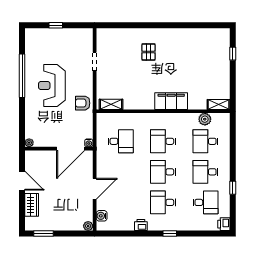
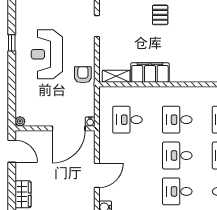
window: (22, 76) -> (12, 43), width x0.32
filing cabinet: (171, 101) -> (150, 73), moved
armchair: (83, 103) -> (83, 75), turned 90
desk: (121, 141) -> (127, 120), turned 180
door: (22, 181) -> (12, 151), moved

